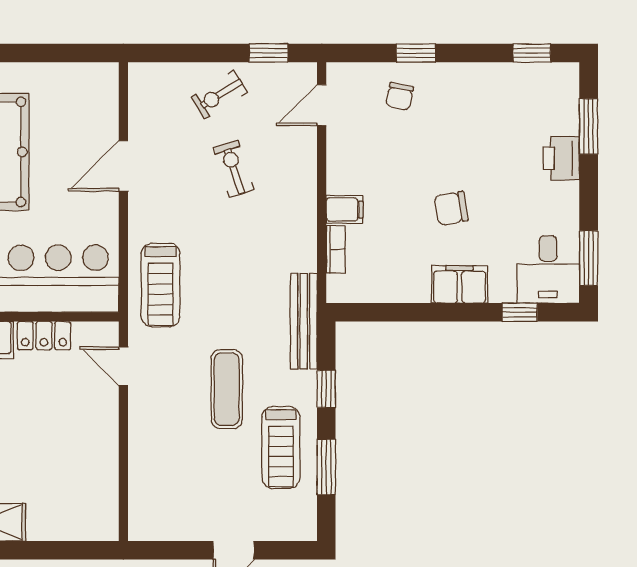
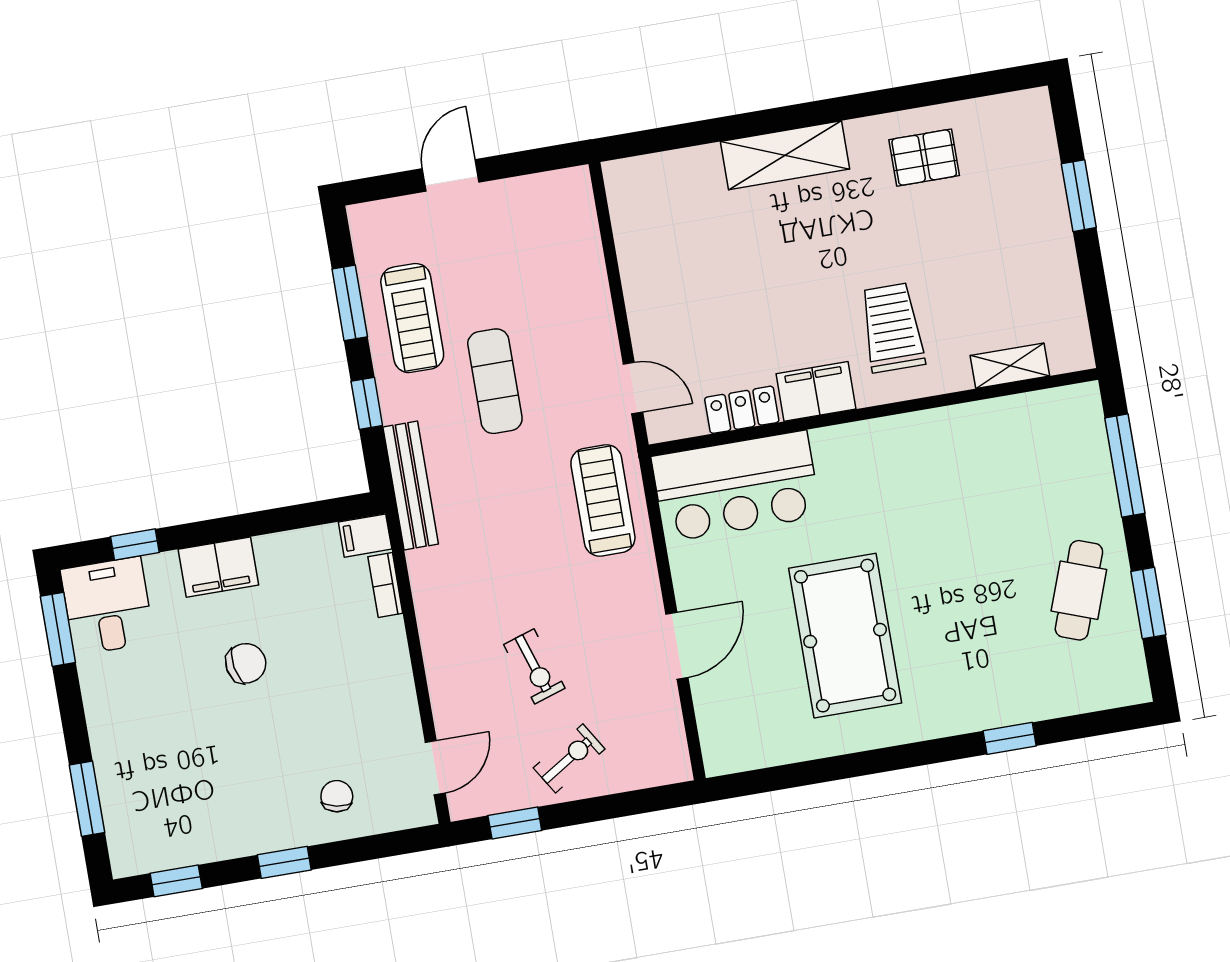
window: (416, 53) -> (284, 862), moved
printer: (562, 158) -> (115, 752), removed
filing cabinet: (345, 209) -> (365, 536), moved
treadmill: (281, 447) -> (412, 318), turned 180

